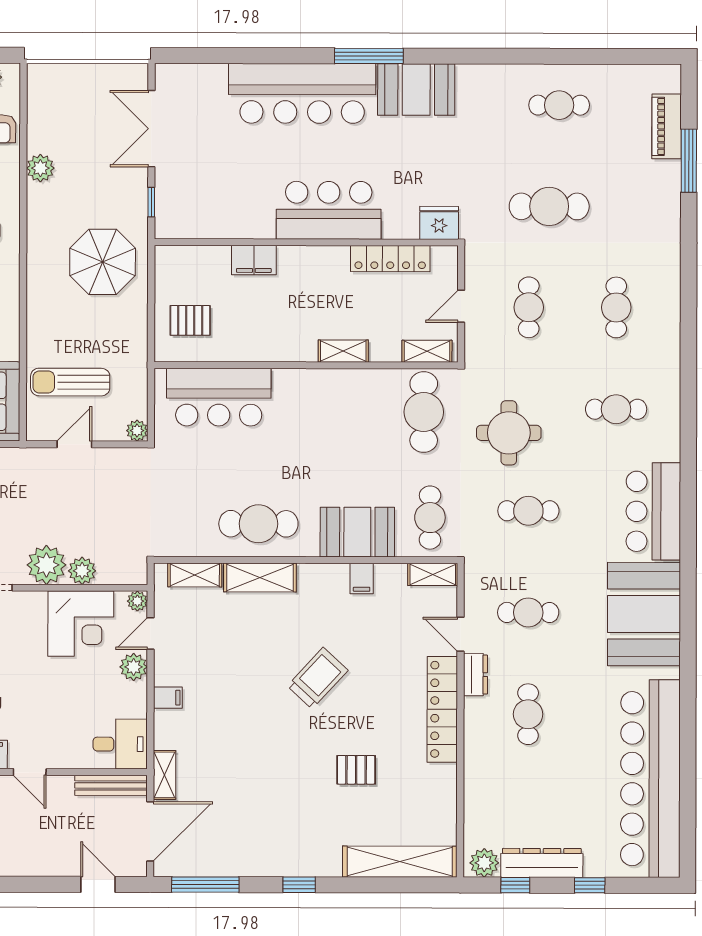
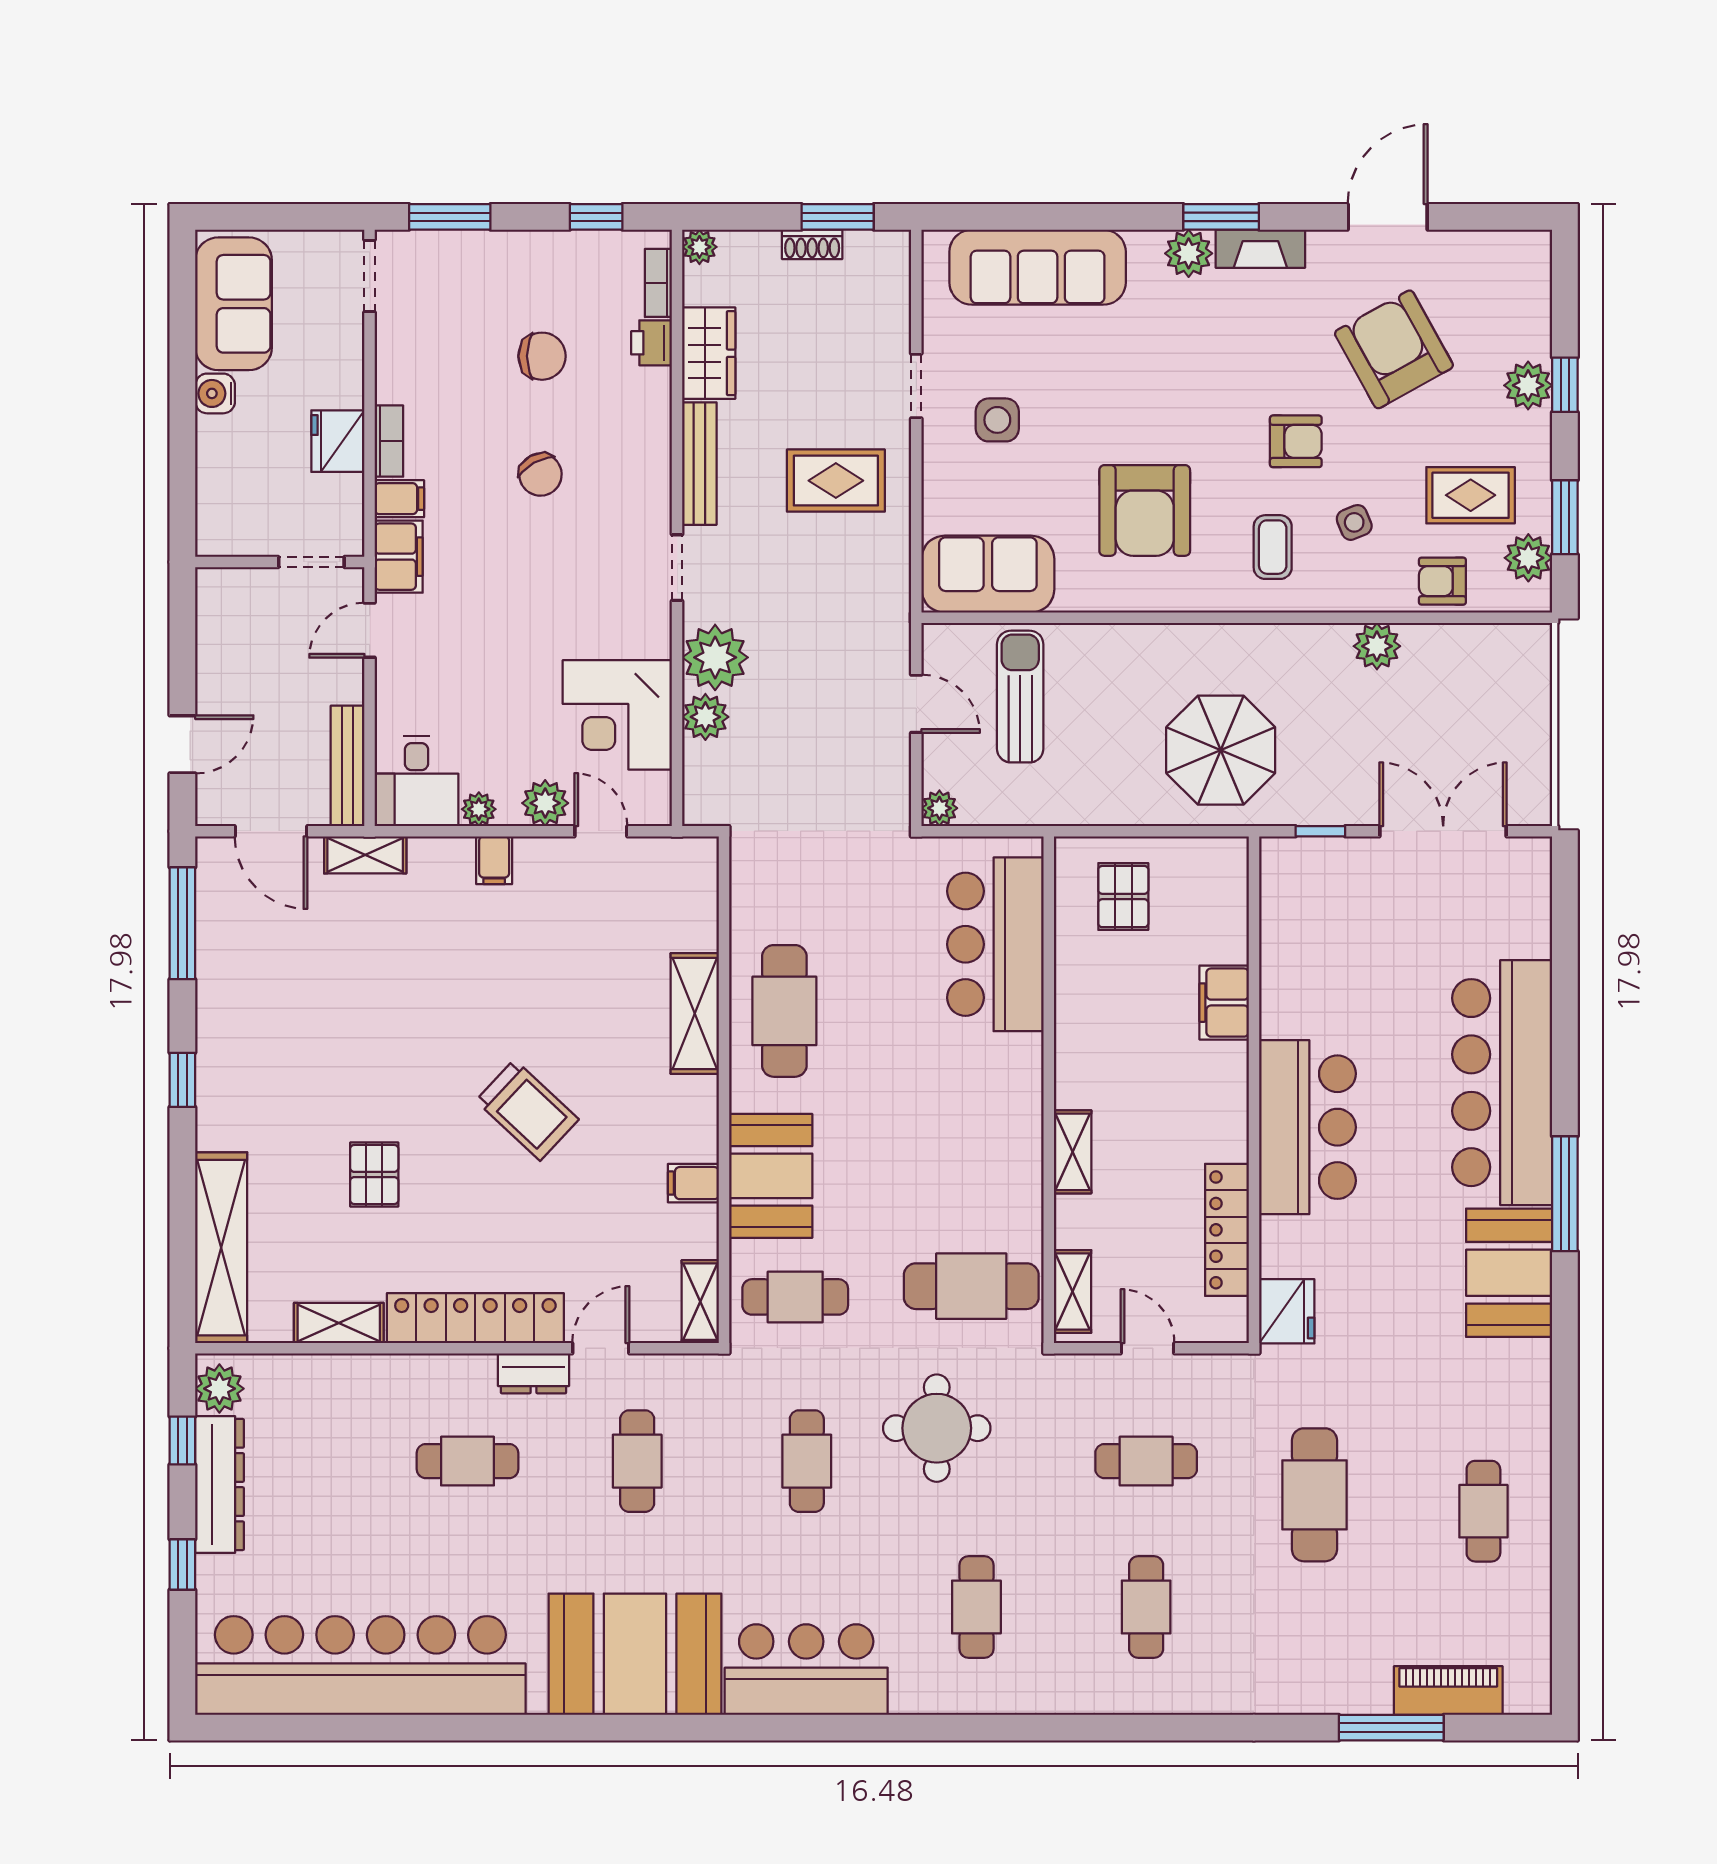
cafe table: (616, 307) -> (1146, 1607), turned 90
shelving: (195, 575) -> (339, 1323), moved, turned 90
plant: (137, 601) -> (479, 809), moved
door: (150, 831) -> (271, 831), width x0.73

